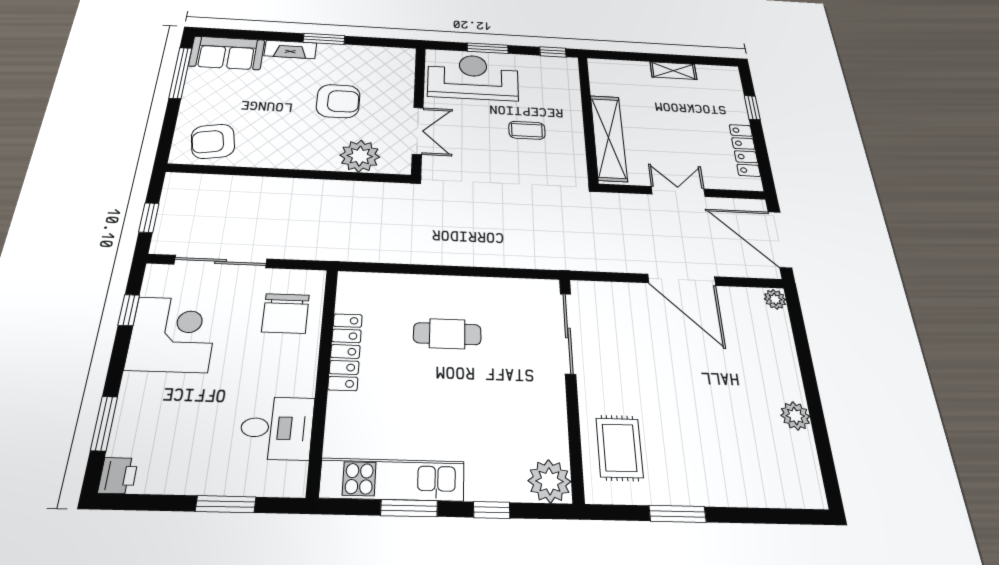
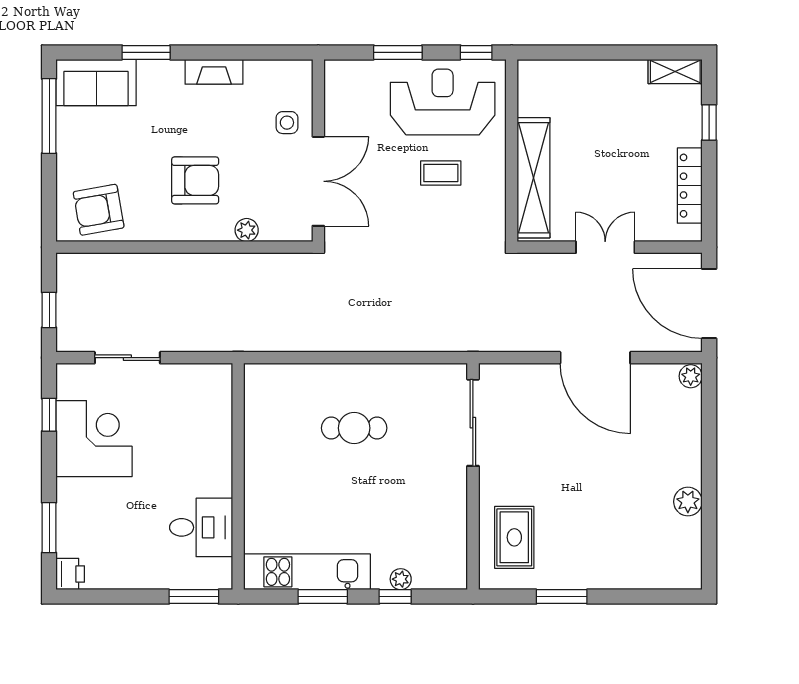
window: (324, 39) -> (146, 52), moved
fireplace: (290, 49) -> (214, 72), moved
shelving: (673, 71) -> (675, 72), moved
reception desk: (473, 77) -> (443, 102), moved
side table: (392, 89) -> (287, 123), added
armchair: (338, 101) -> (195, 180), moved
double door: (418, 131) -> (318, 181), width x1.37
plant: (360, 156) -> (247, 230), width x0.53, depth x0.53
sliding door: (221, 262) -> (127, 358), width x0.73
chair: (285, 313) -> (197, 412), removed
locker: (345, 351) -> (257, 450), removed
plant: (549, 481) -> (401, 579), moved, width x0.53, depth x0.53
window: (226, 504) -> (194, 597), moved

